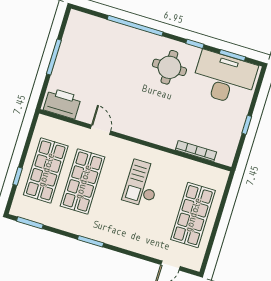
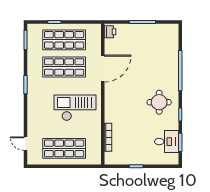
desk: (224, 78) -> (167, 142), width x0.53, depth x0.77
printer: (62, 103) -> (110, 32), width x0.53, depth x0.68
door: (101, 130) -> (103, 69), width x1.88
checkout: (142, 184) -> (75, 108), width x1.36, depth x1.21

